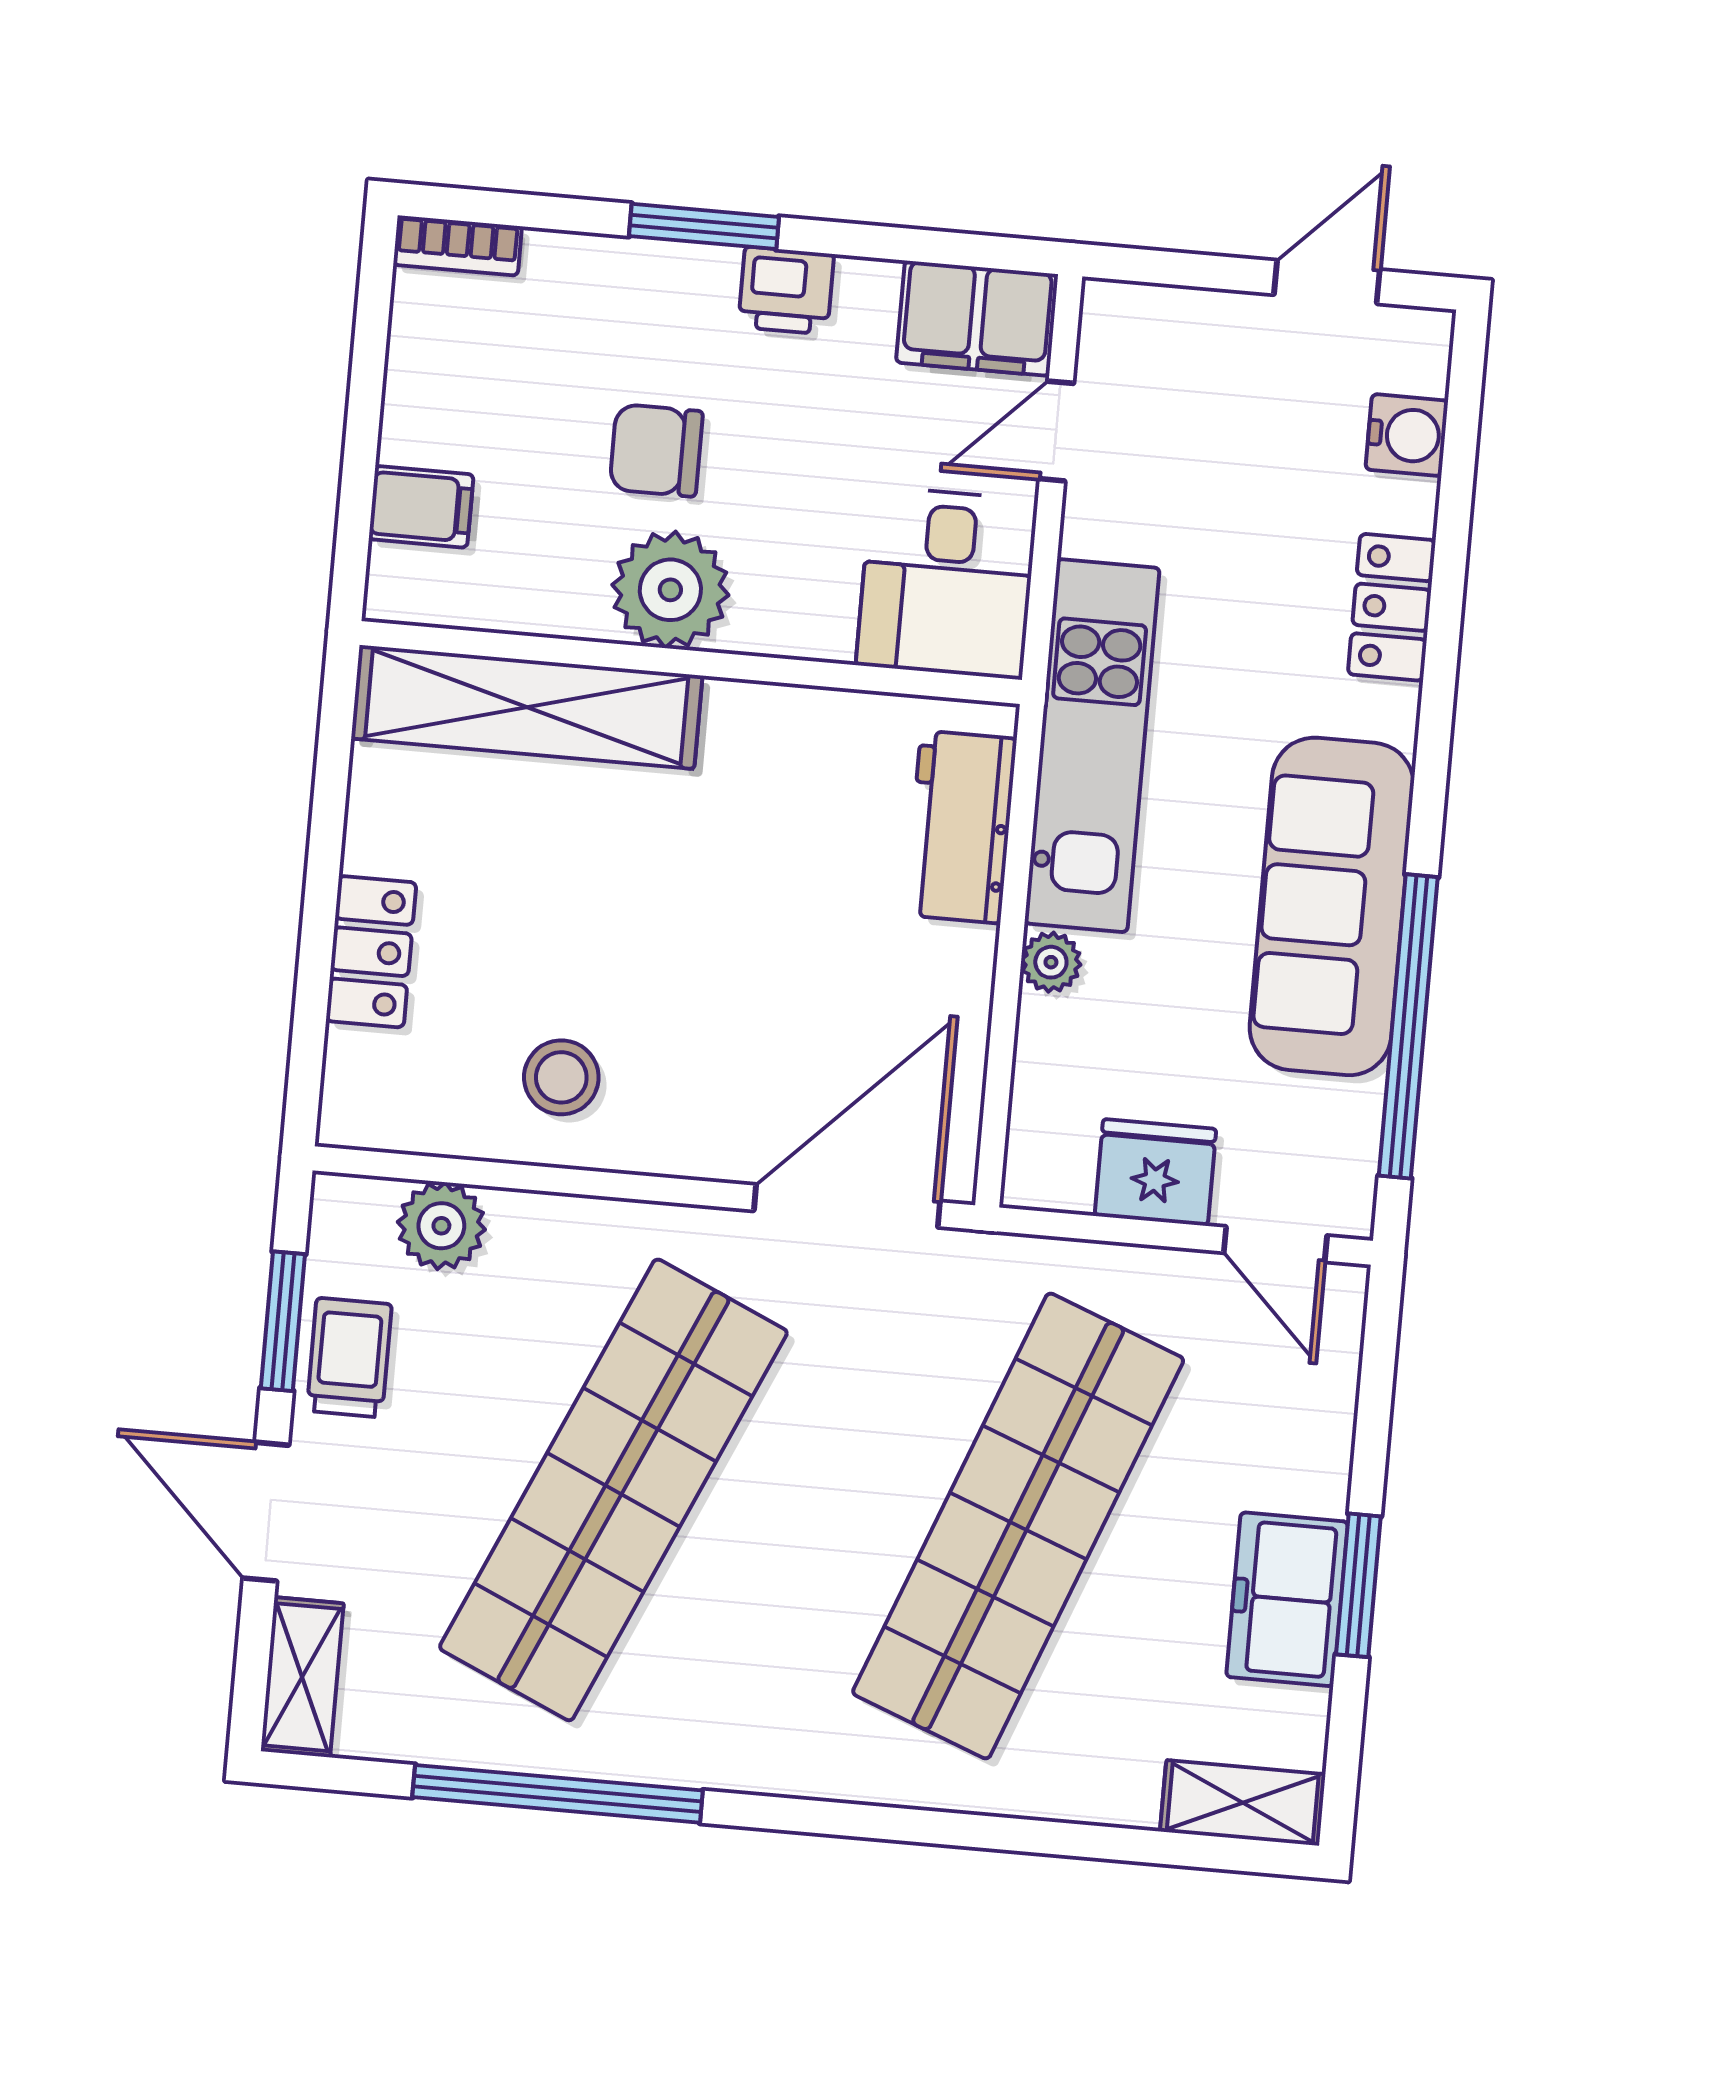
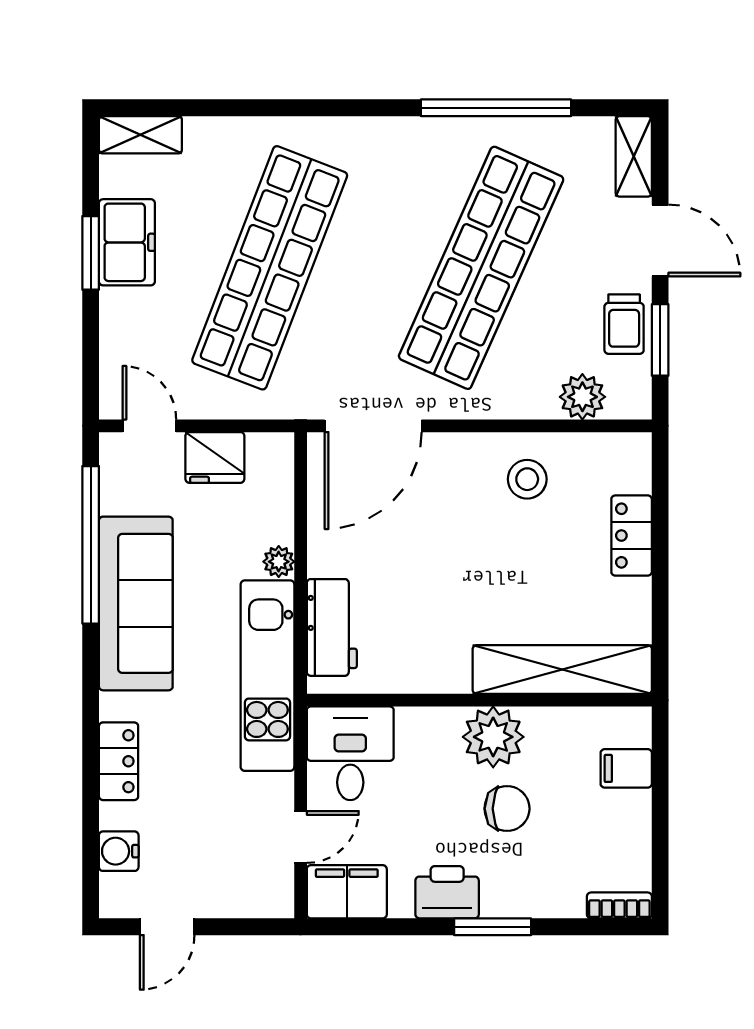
printer: (786, 291) -> (447, 892), width x1.36, depth x1.24

